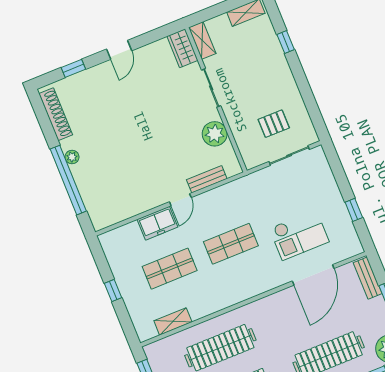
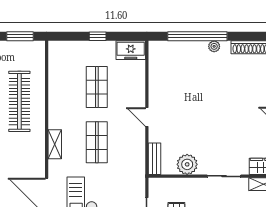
bench: (207, 179) -> (154, 159), moved
freezer: (157, 223) -> (131, 50), moved, turned -90
shelving: (173, 321) -> (55, 144), moved

